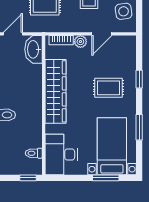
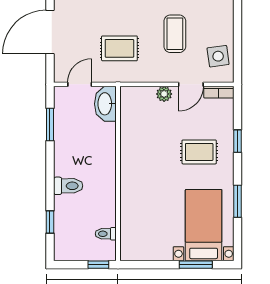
bookcase: (61, 40) -> (219, 92), moved
wardrobe: (55, 91) -> (133, 156), removed
desk: (61, 155) -> (140, 235), removed

